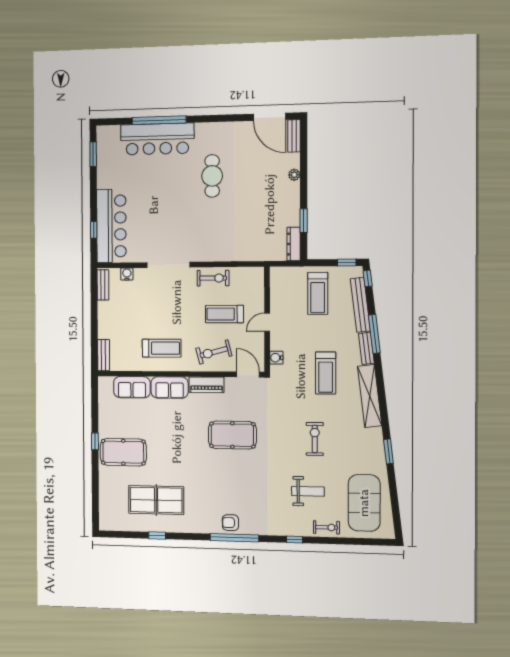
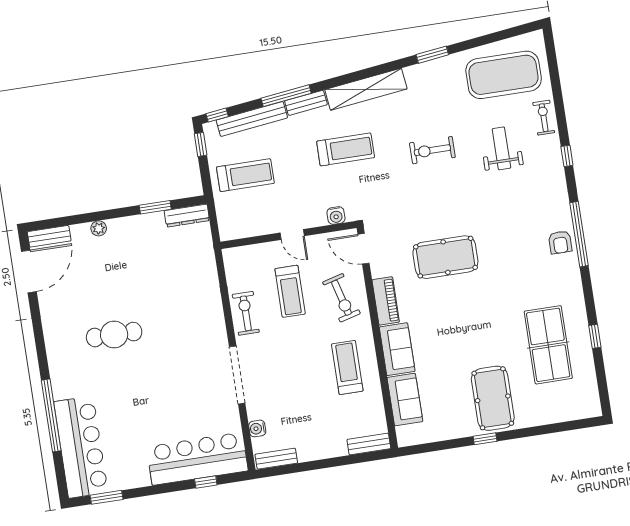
bar counter: (157, 139) -> (81, 447), moved
door: (248, 374) -> (363, 249), hinge flipped
pool table: (232, 435) -> (445, 257), turned 90

